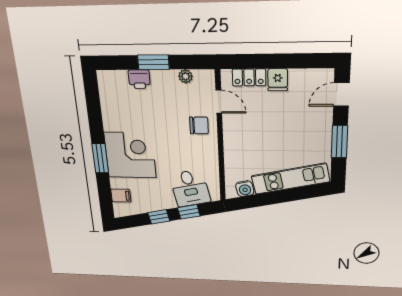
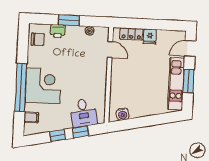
chair: (199, 125) -> (38, 39), moved
window: (100, 158) -> (21, 87), width x2.11
kitchen unit: (290, 179) -> (176, 84), moved, turned -78

